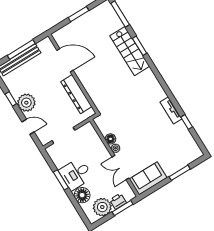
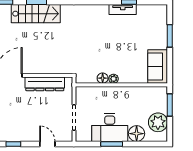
plant: (26, 103) -> (25, 132), removed
tv unit: (171, 110) -> (123, 10), moved
door: (28, 127) -> (47, 144), hinge flipped
double door: (121, 168) -> (133, 85), removed
desk: (76, 174) -> (110, 128), width x1.37
printer: (118, 201) -> (161, 105), removed

